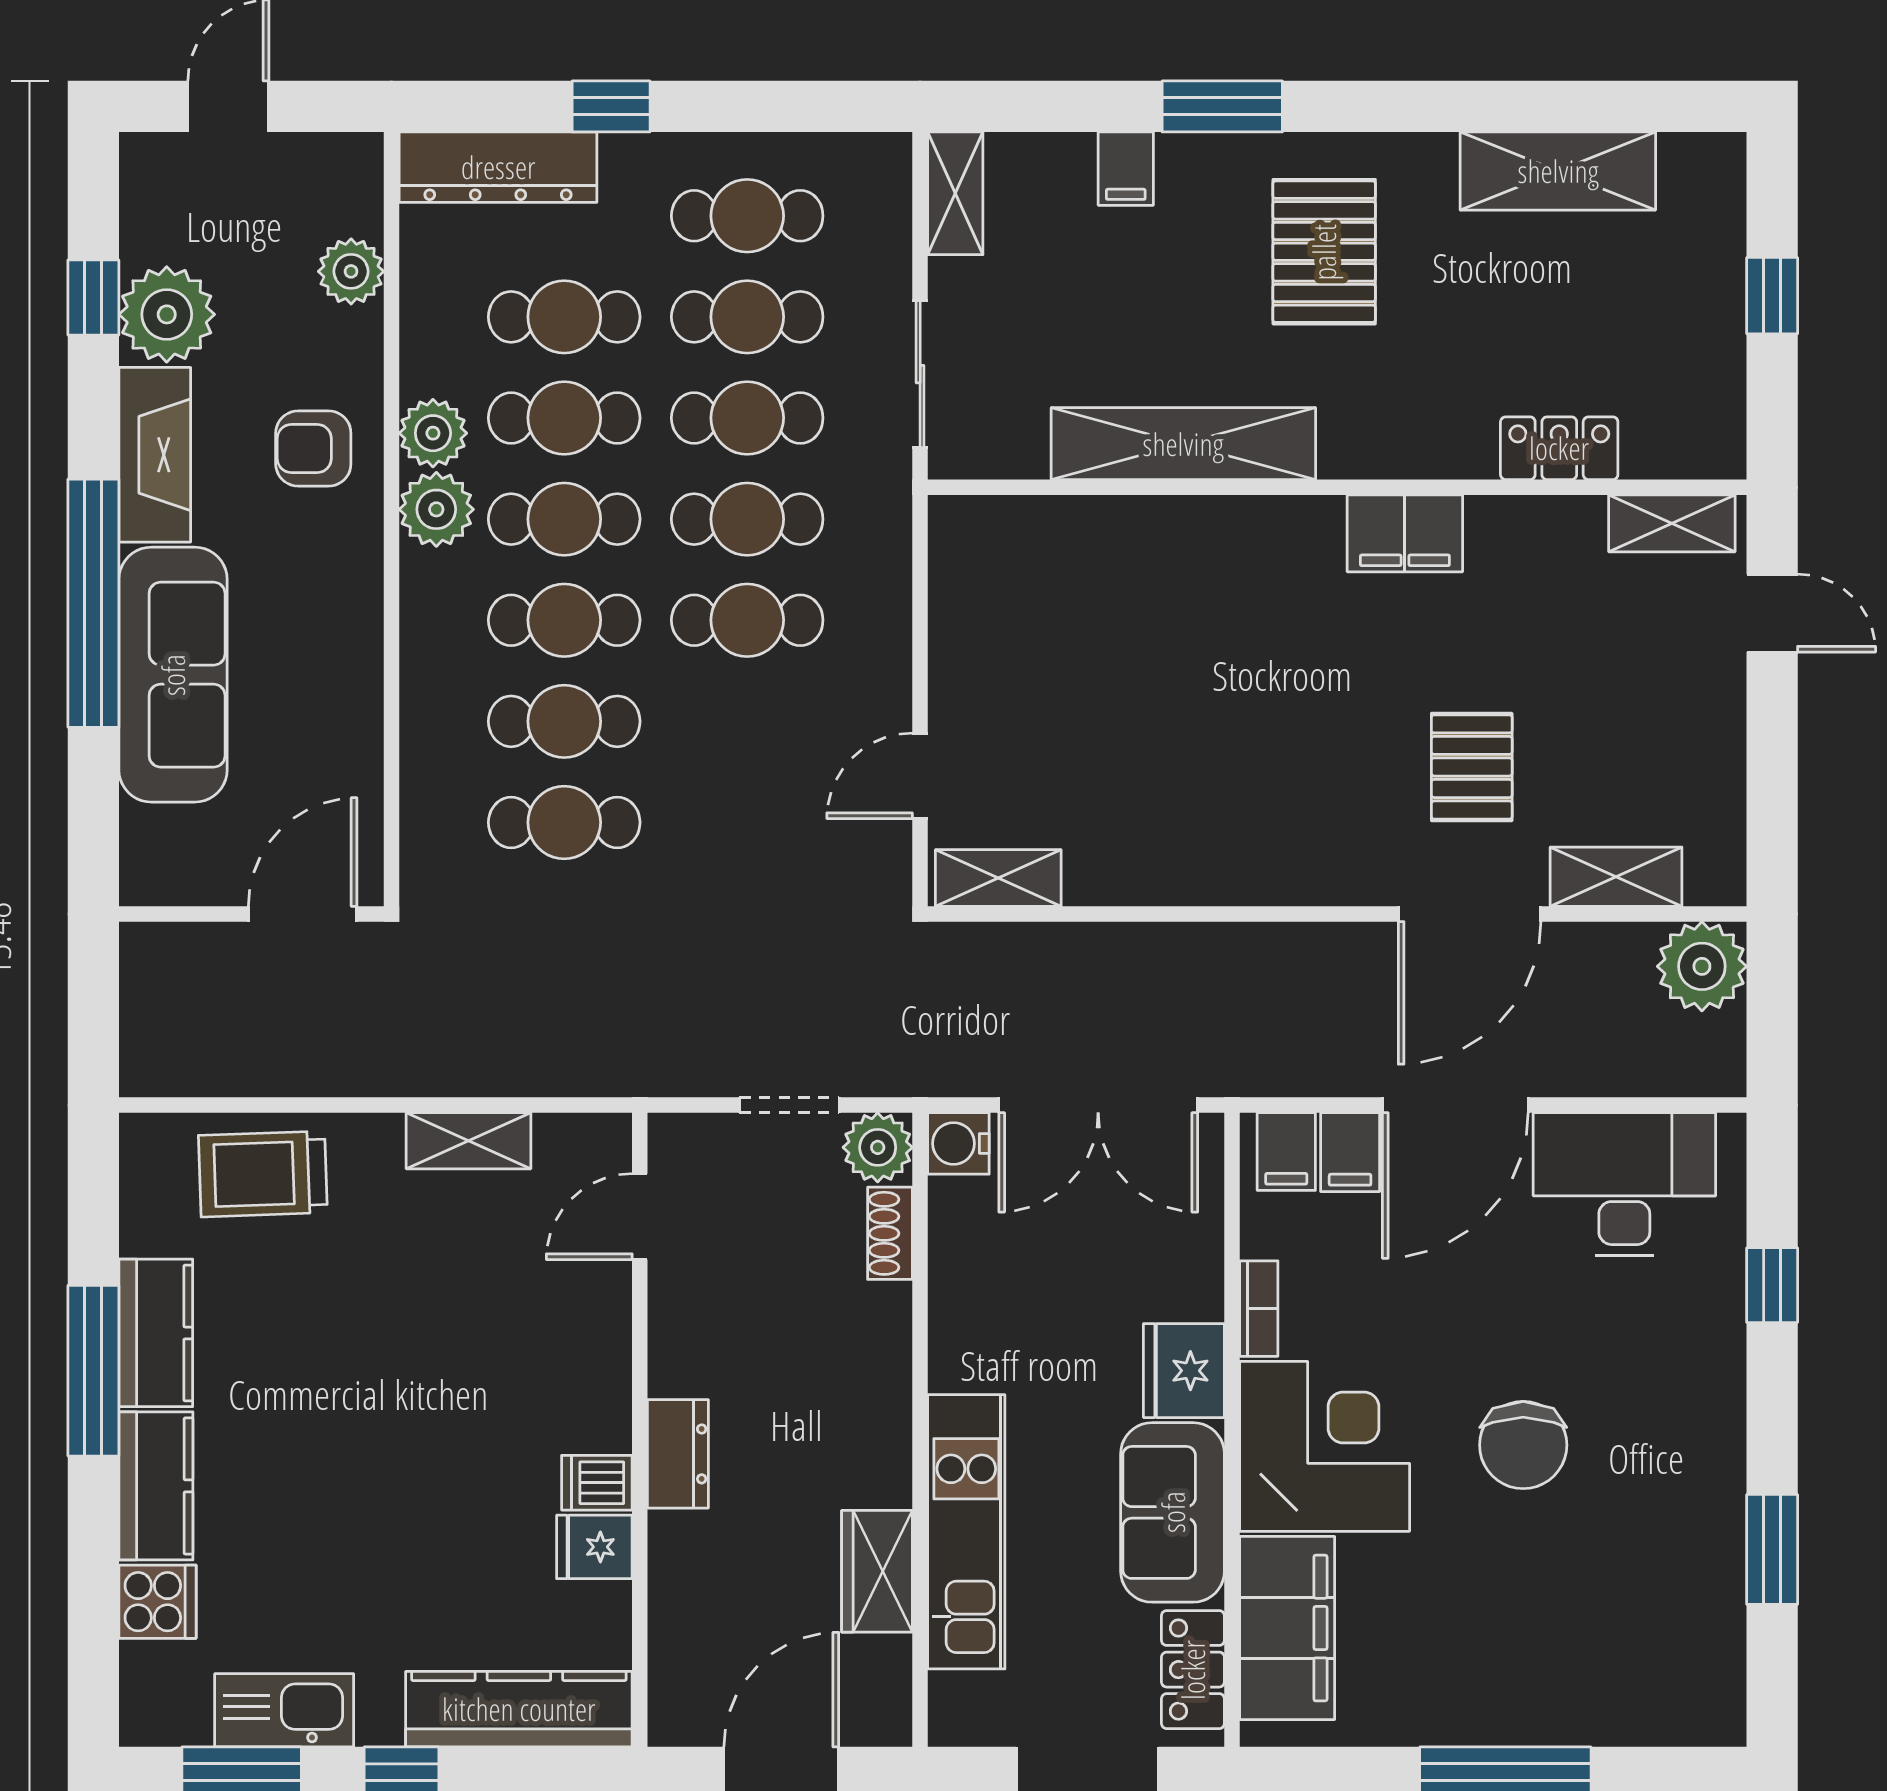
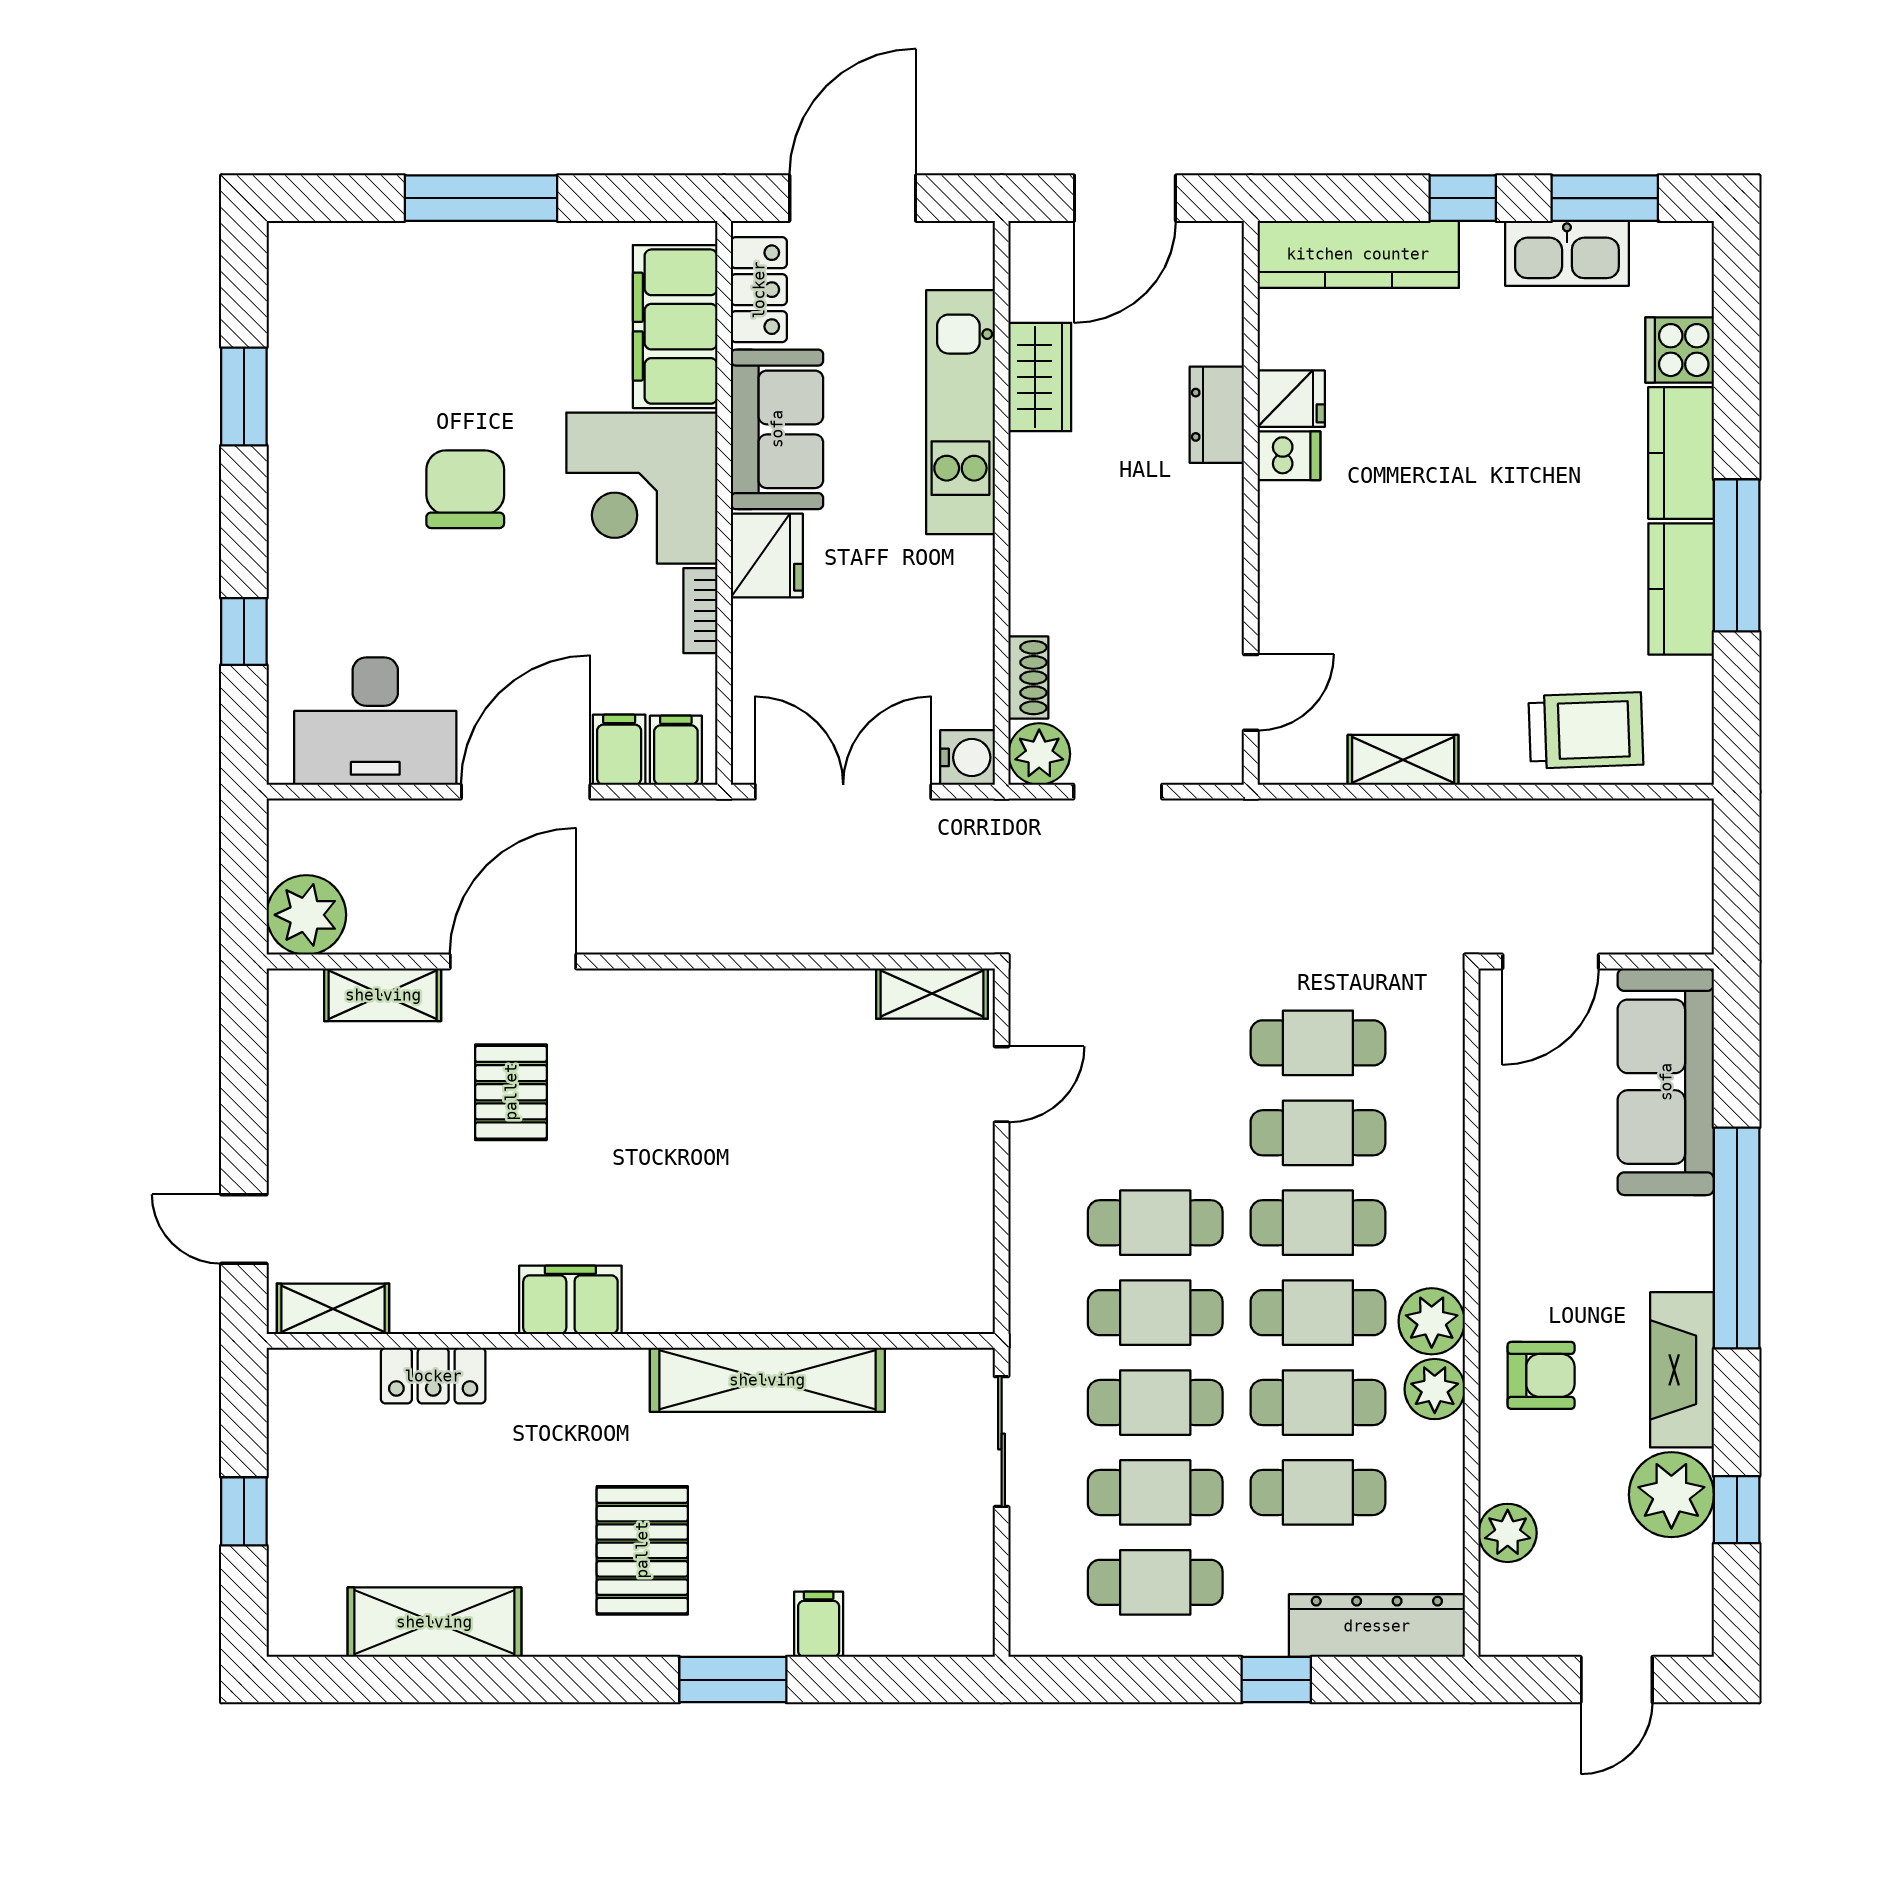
shelving: (955, 193) -> (970, 1602), removed
sofa: (173, 675) -> (1666, 1082), moved
dresser: (678, 1454) -> (1217, 415), moved

